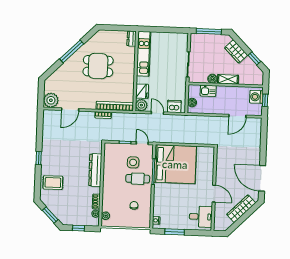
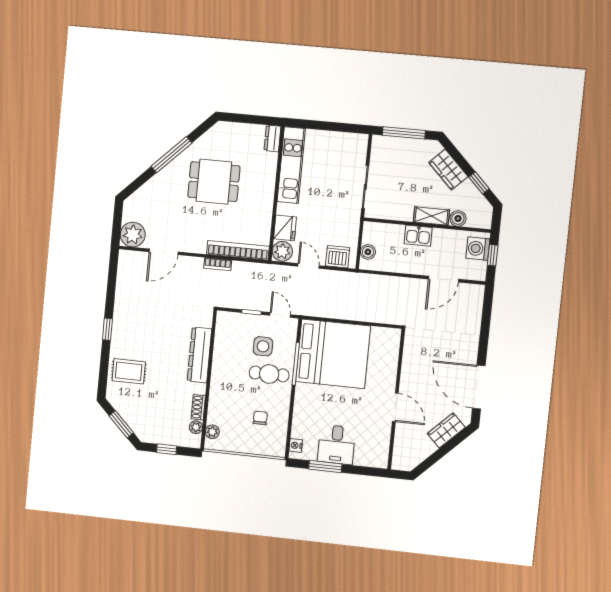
boiler: (212, 79) -> (458, 218), moved
kitchen sink: (208, 91) -> (418, 236), moved
wardrobe: (241, 209) -> (446, 430), width x0.67
desk: (201, 217) -> (336, 445), moved, turned 90

